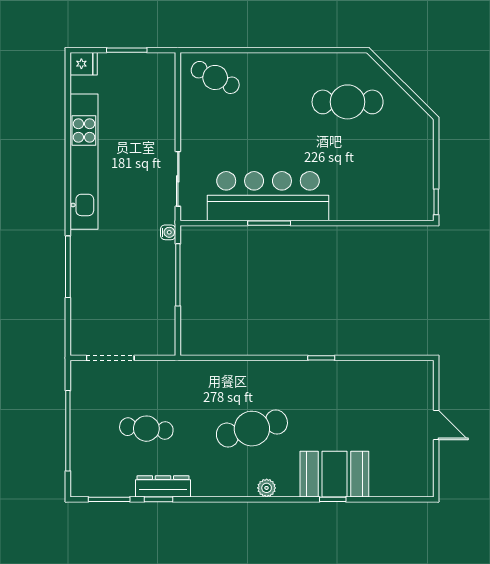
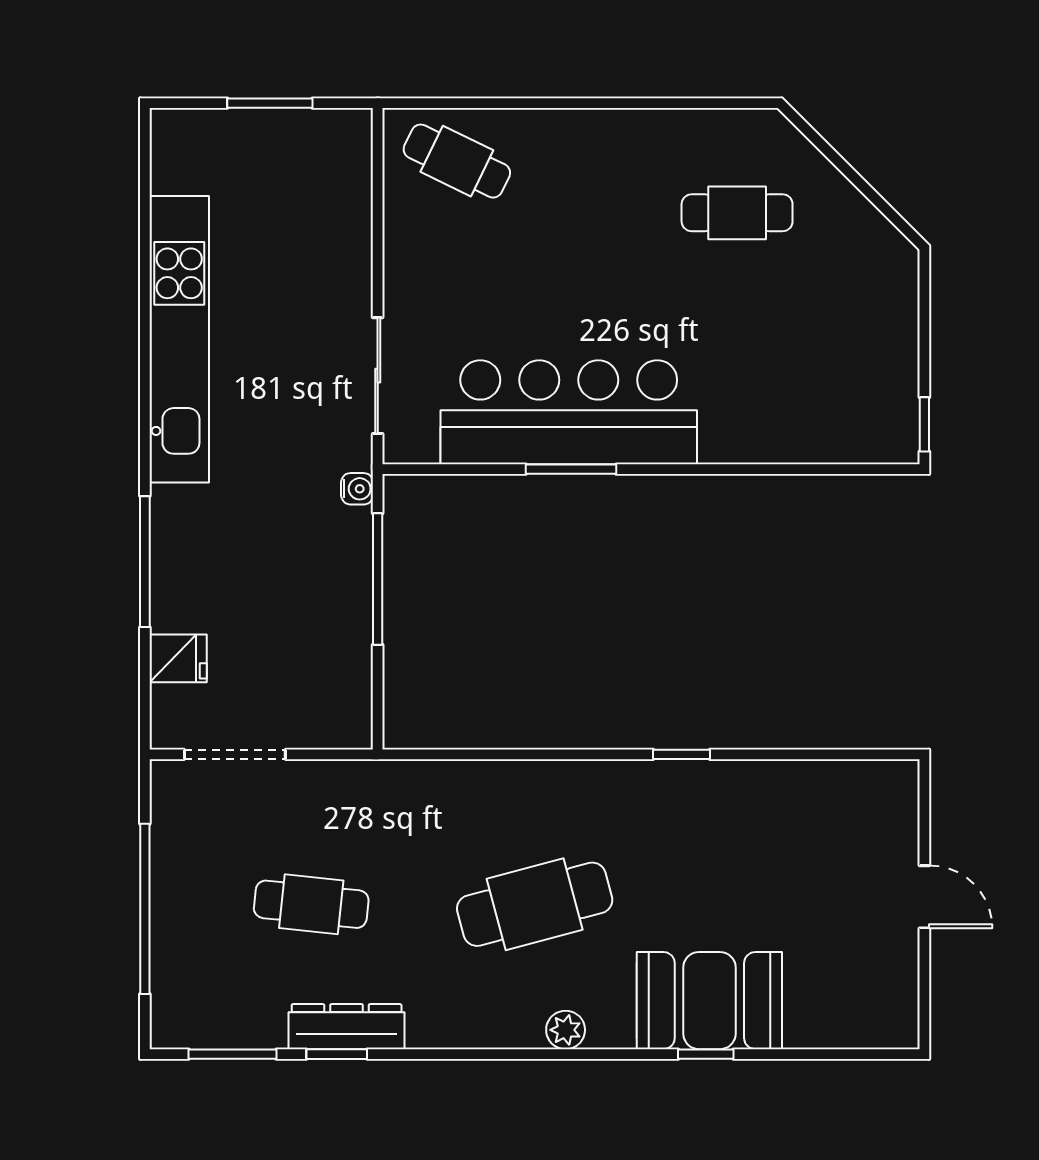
fridge: (84, 64) -> (178, 658), moved
cafe table: (348, 102) -> (737, 213), width x0.73, depth x0.74

